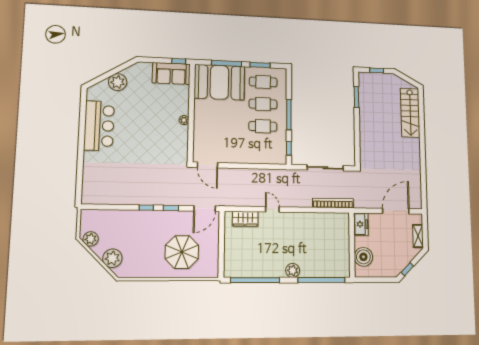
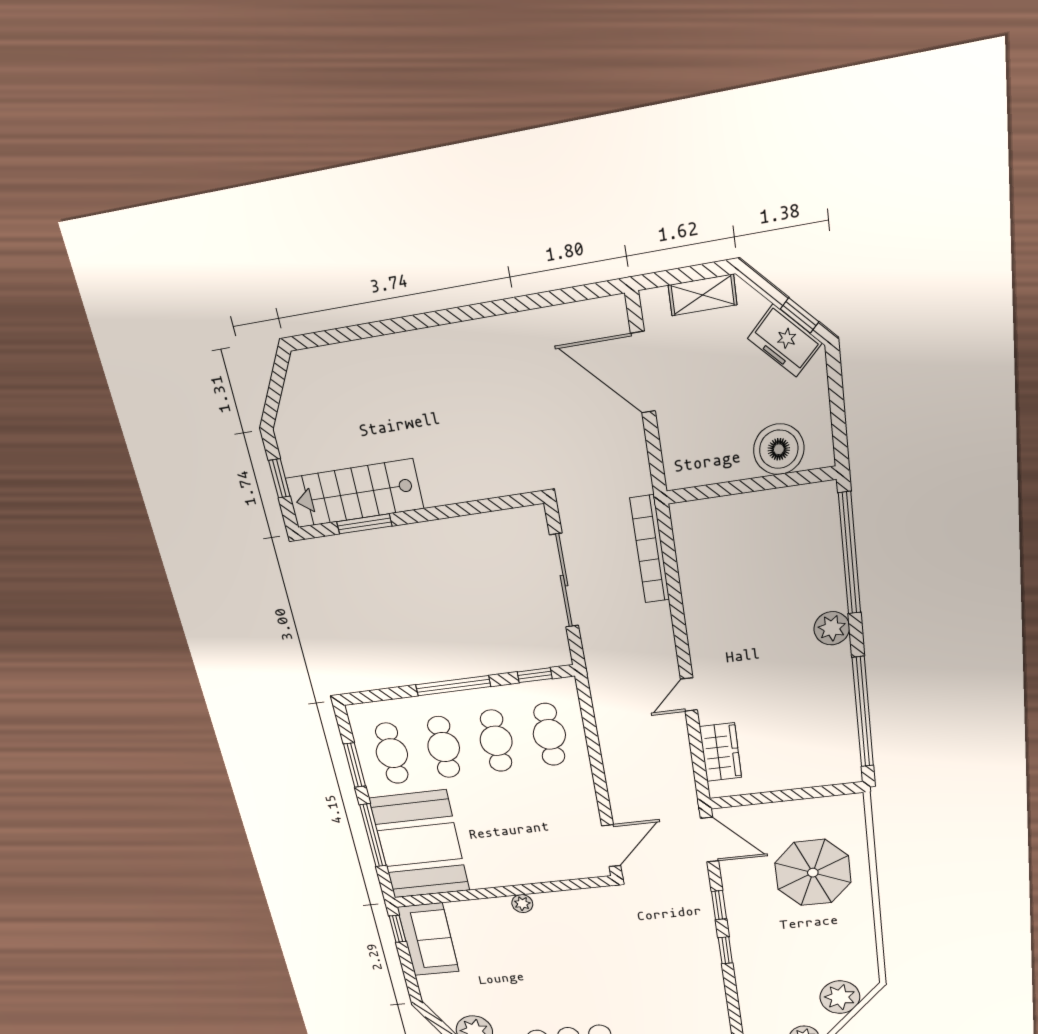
stairs: (410, 113) -> (354, 493), moved, turned 180
cafe table: (263, 149) -> (549, 734), added
freezer: (361, 224) -> (785, 341), moved, turned -135

